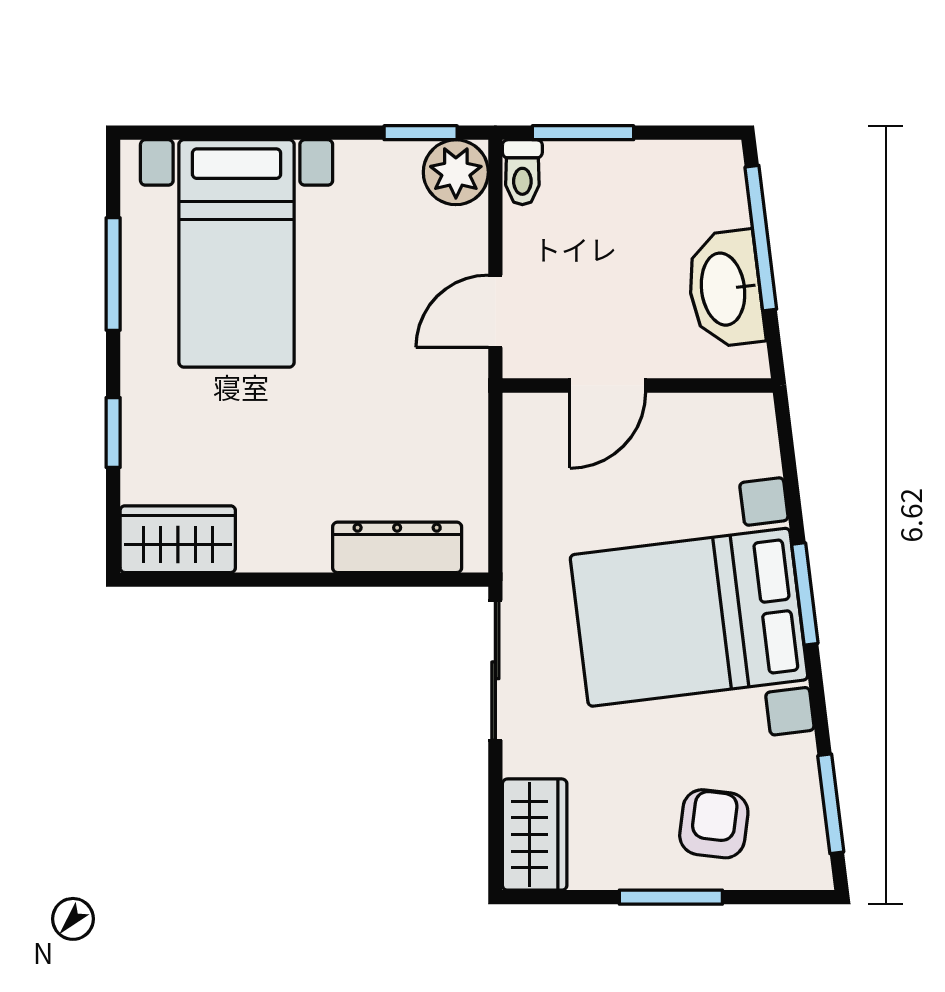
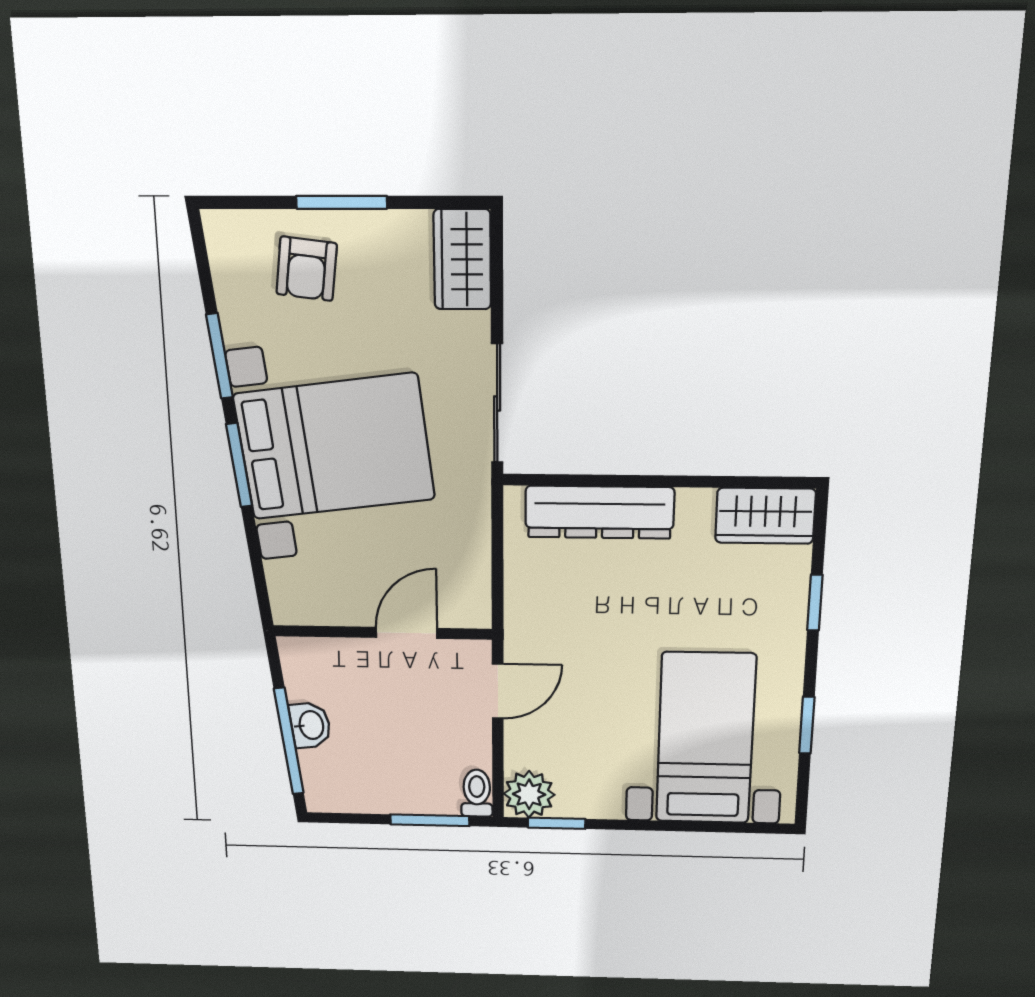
window: (113, 274) -> (807, 725), width x0.67
washbasin: (725, 289) -> (310, 725), width x0.52, depth x0.69
dresser: (397, 547) -> (600, 512), width x1.37, depth x1.24
window: (831, 804) -> (219, 356), moved

